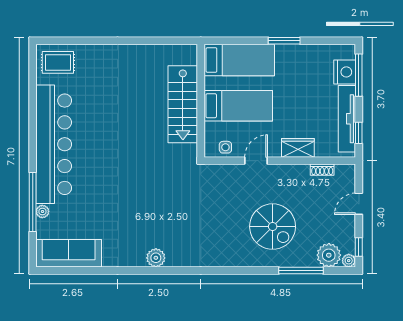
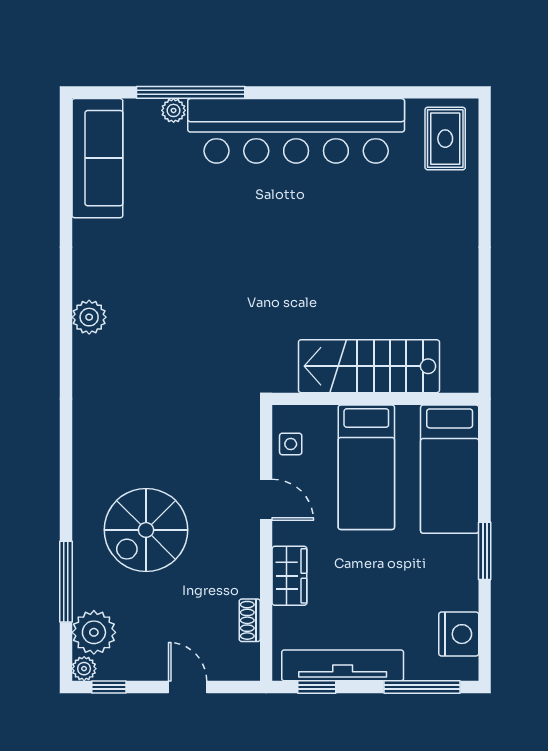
nightstand: (345, 72) -> (459, 634), moved, turned -90

